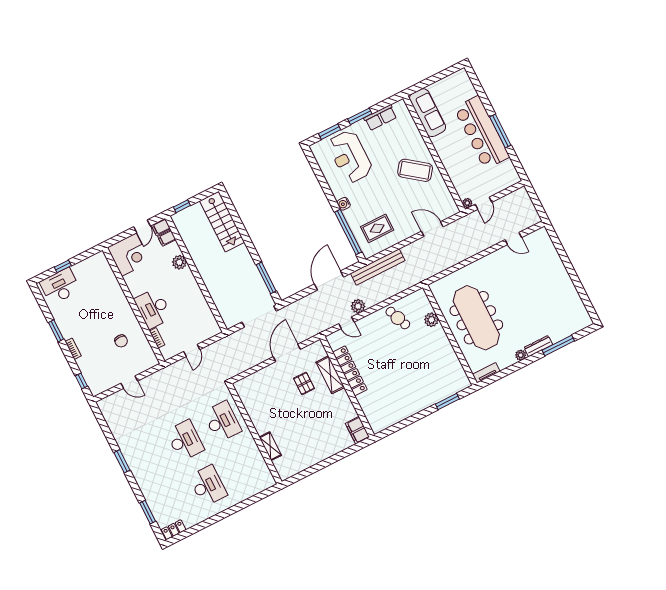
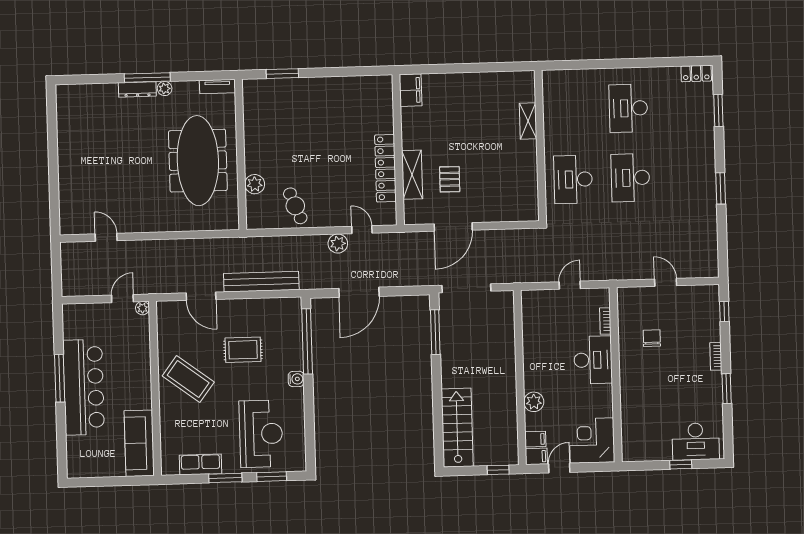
rug: (377, 228) -> (243, 350), moved
bench: (378, 267) -> (261, 282), moved
window: (558, 345) -> (147, 78), moved

